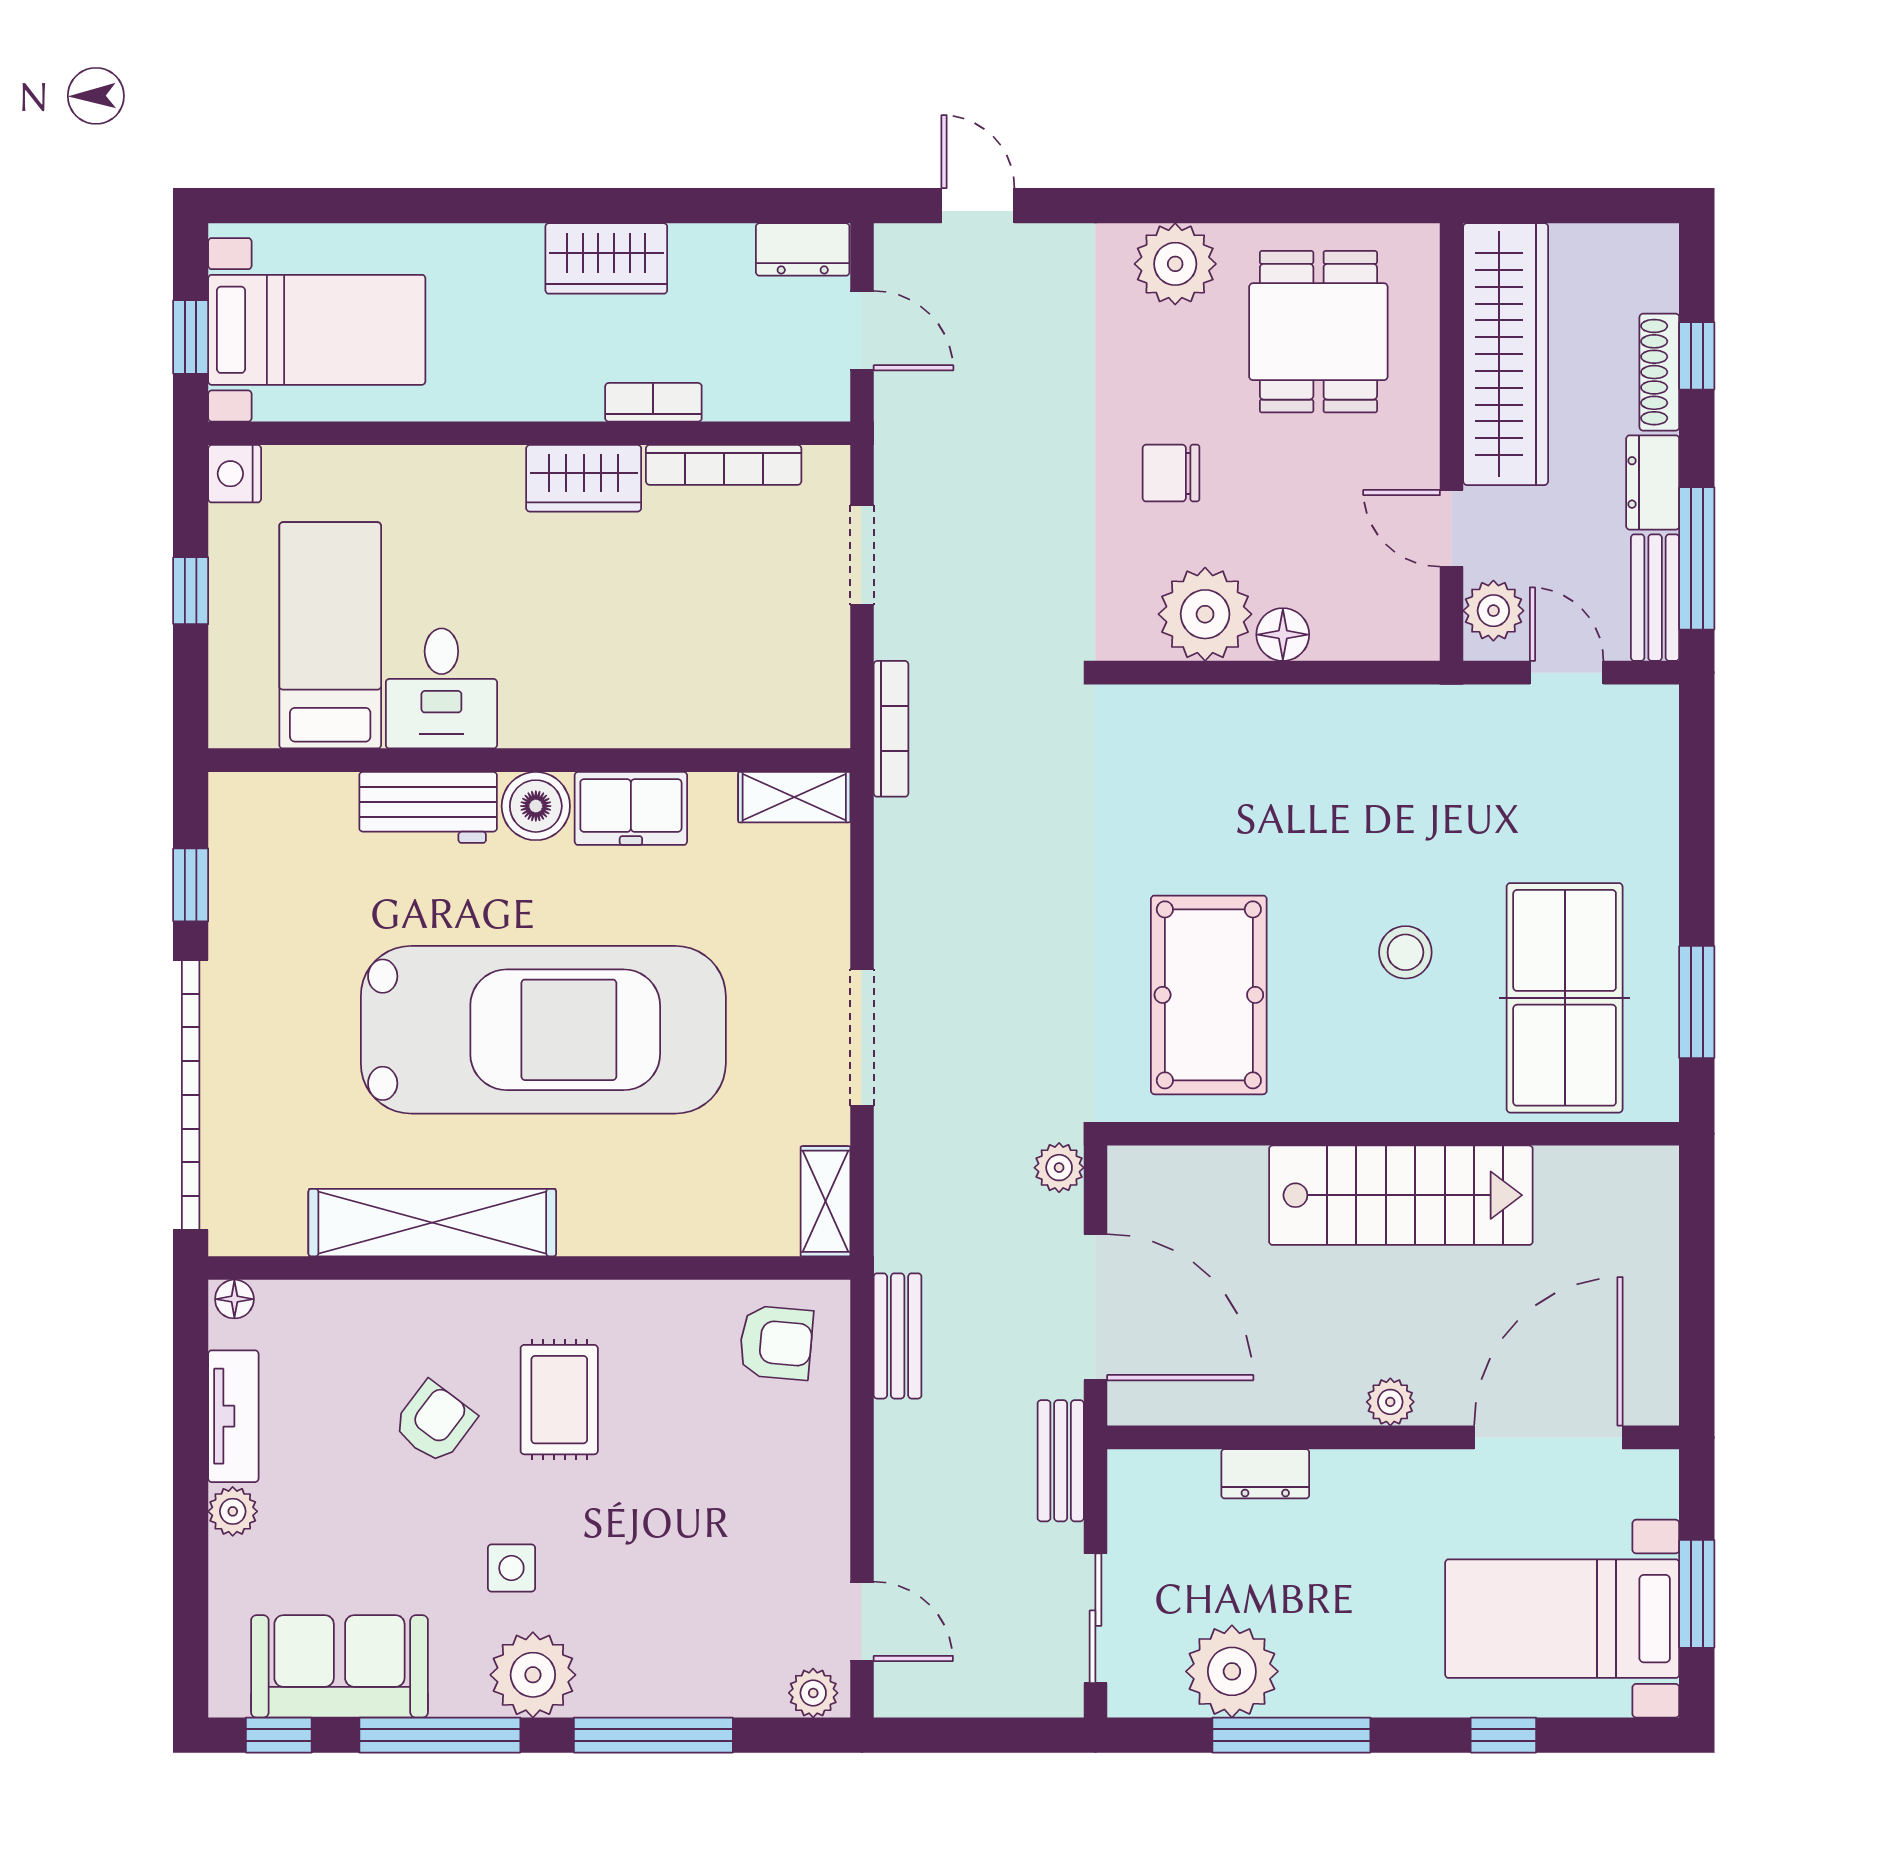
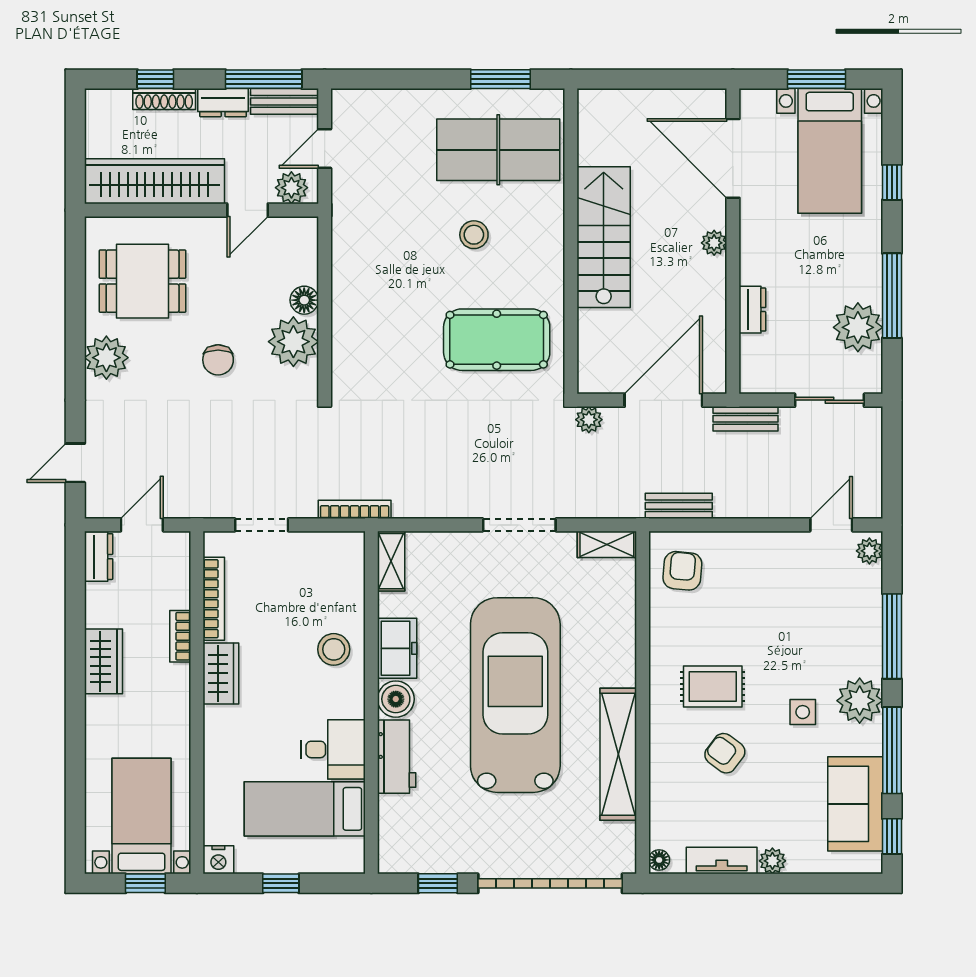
stool: (629, 690) -> (334, 649), added

